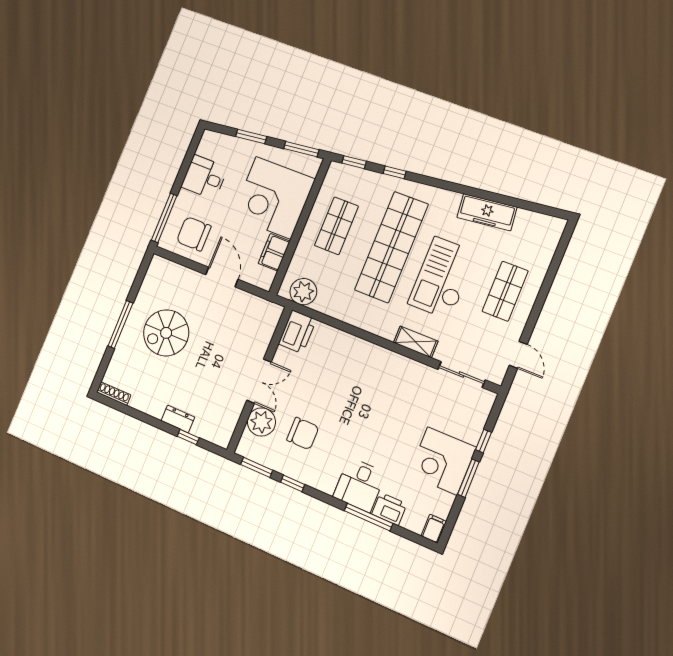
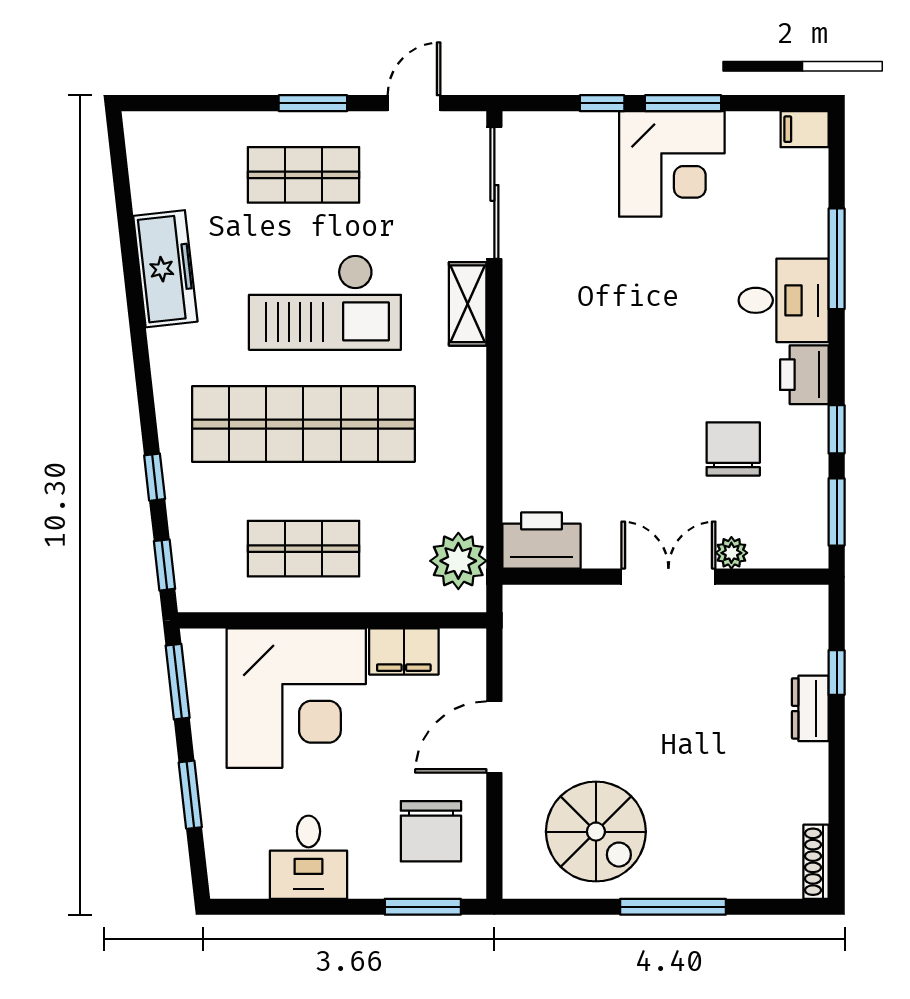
window: (164, 218) -> (423, 907), width x0.69
window: (537, 309) -> (313, 103), added
spiral stairs: (166, 333) -> (596, 832), moved
sliding door: (462, 375) -> (494, 193), width x1.37
plant: (261, 422) -> (731, 553), width x0.53, depth x0.53
printer: (389, 509) -> (804, 375), moved

